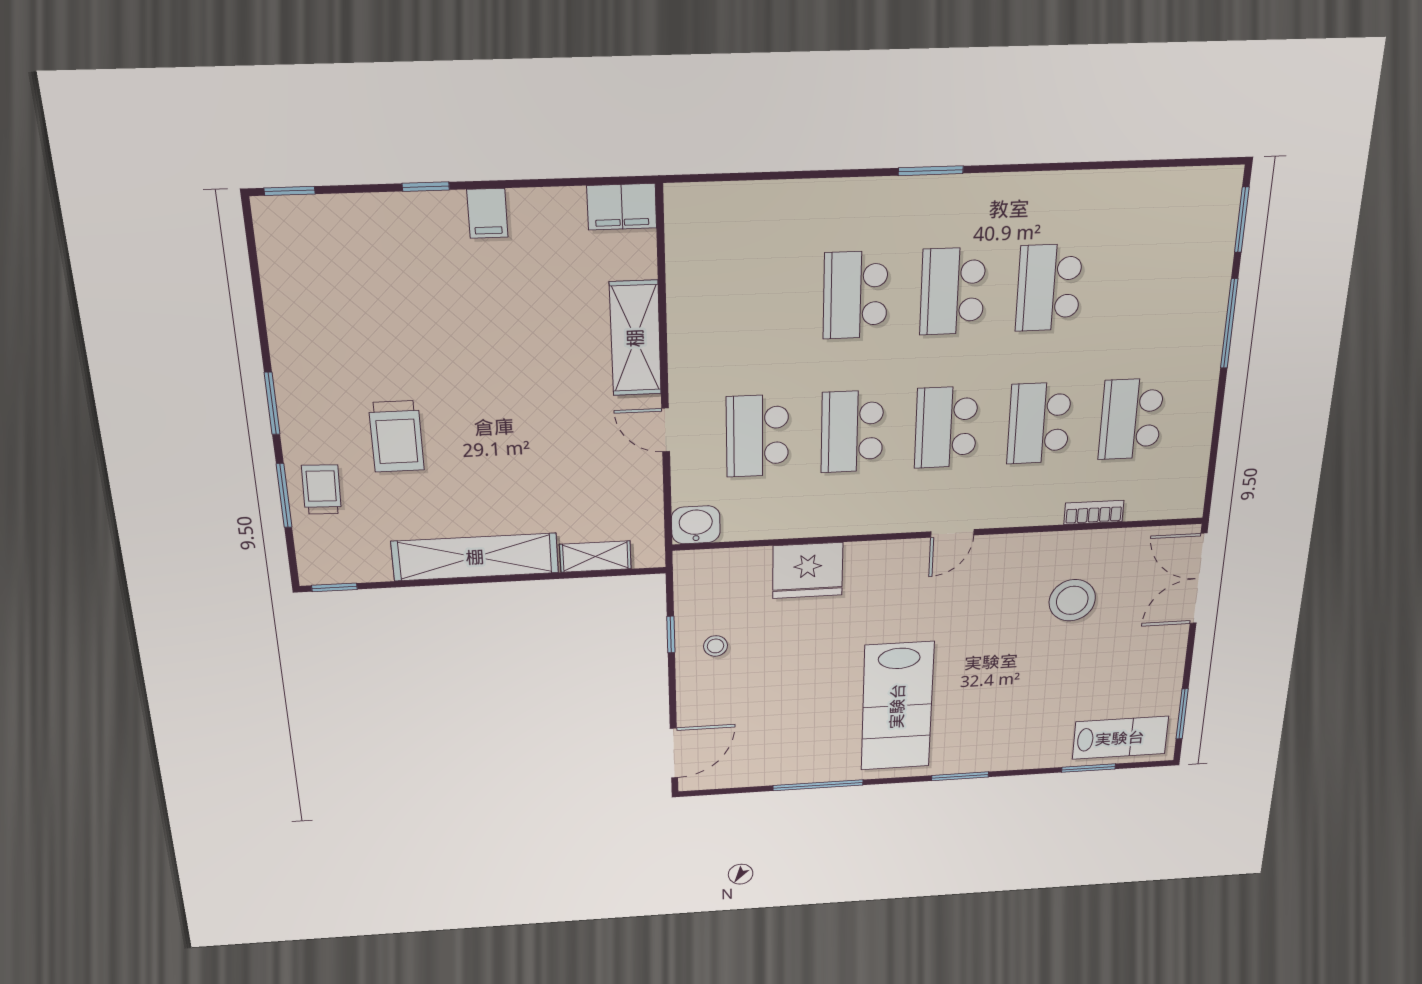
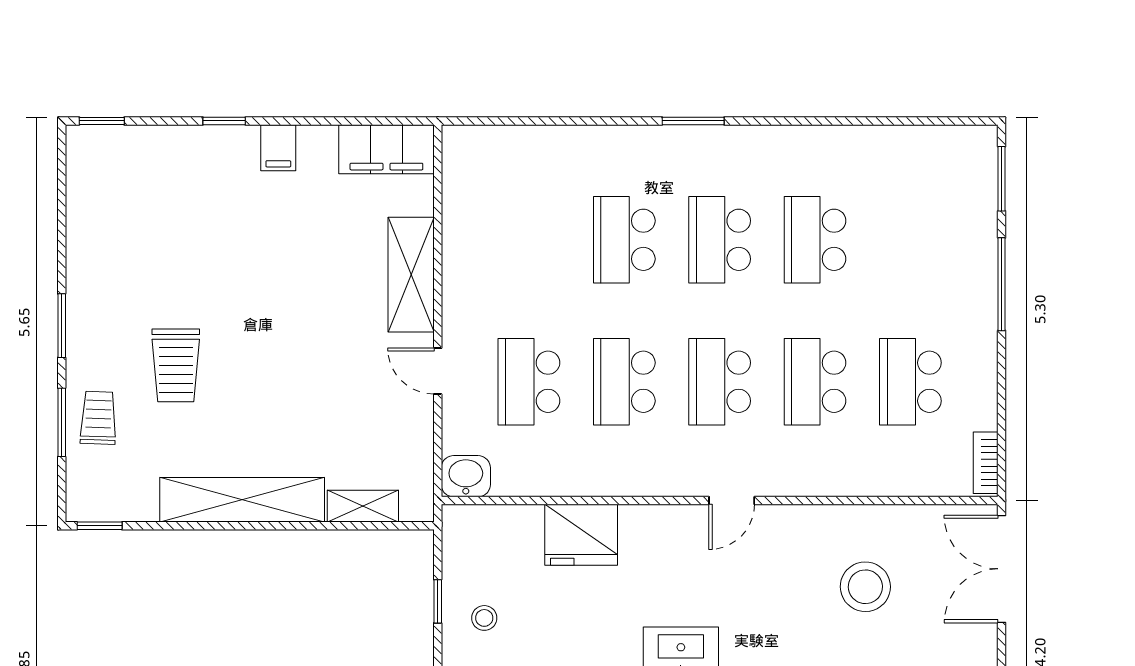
filing cabinet: (622, 207) -> (386, 149), width x1.50, depth x1.17
bookcase: (1094, 512) -> (986, 463), moved, turned -90

